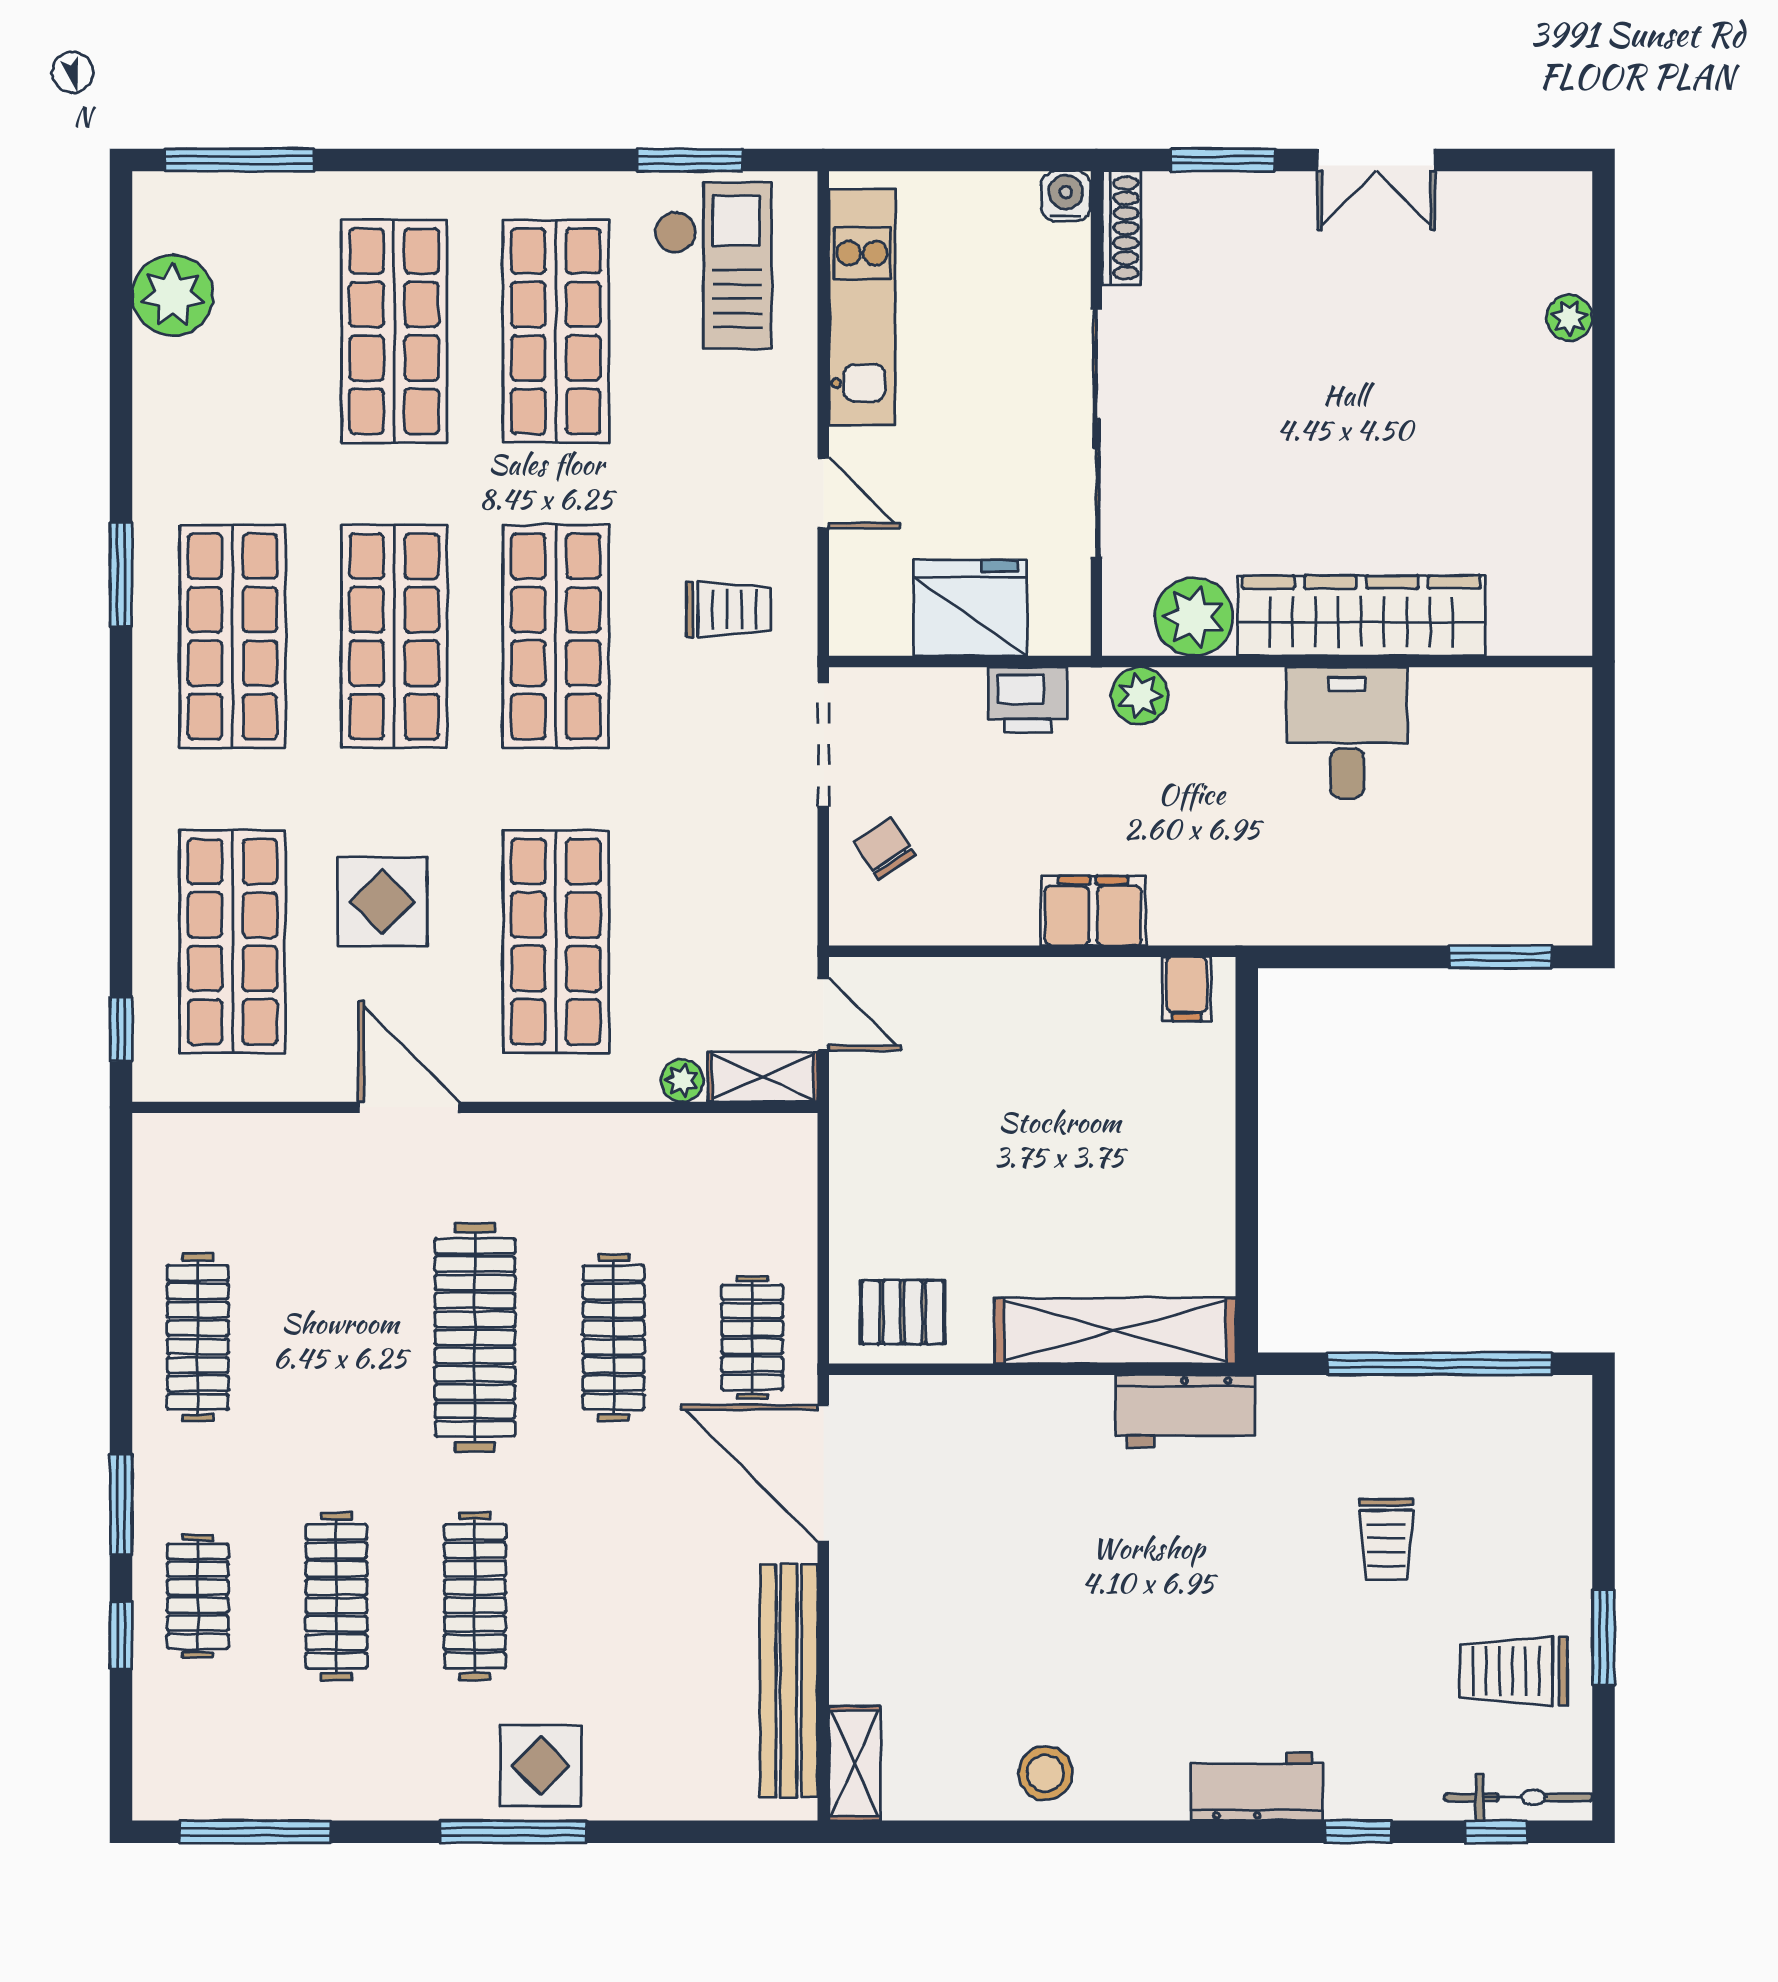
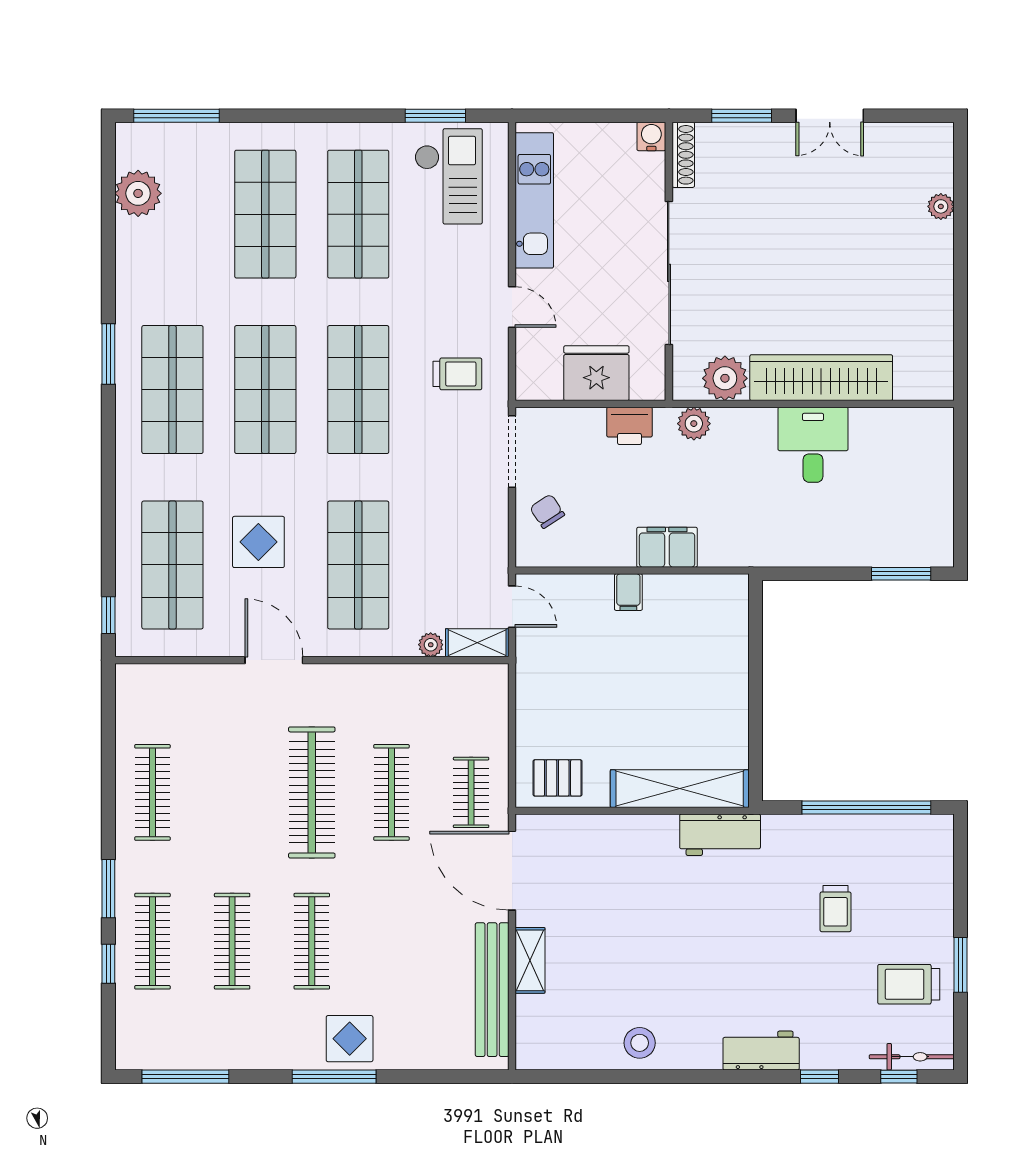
filing cabinet: (1187, 989) -> (628, 592), moved
clothes rail: (198, 1596) -> (152, 941), width x1.36
shelving: (855, 1763) -> (530, 960), moved

